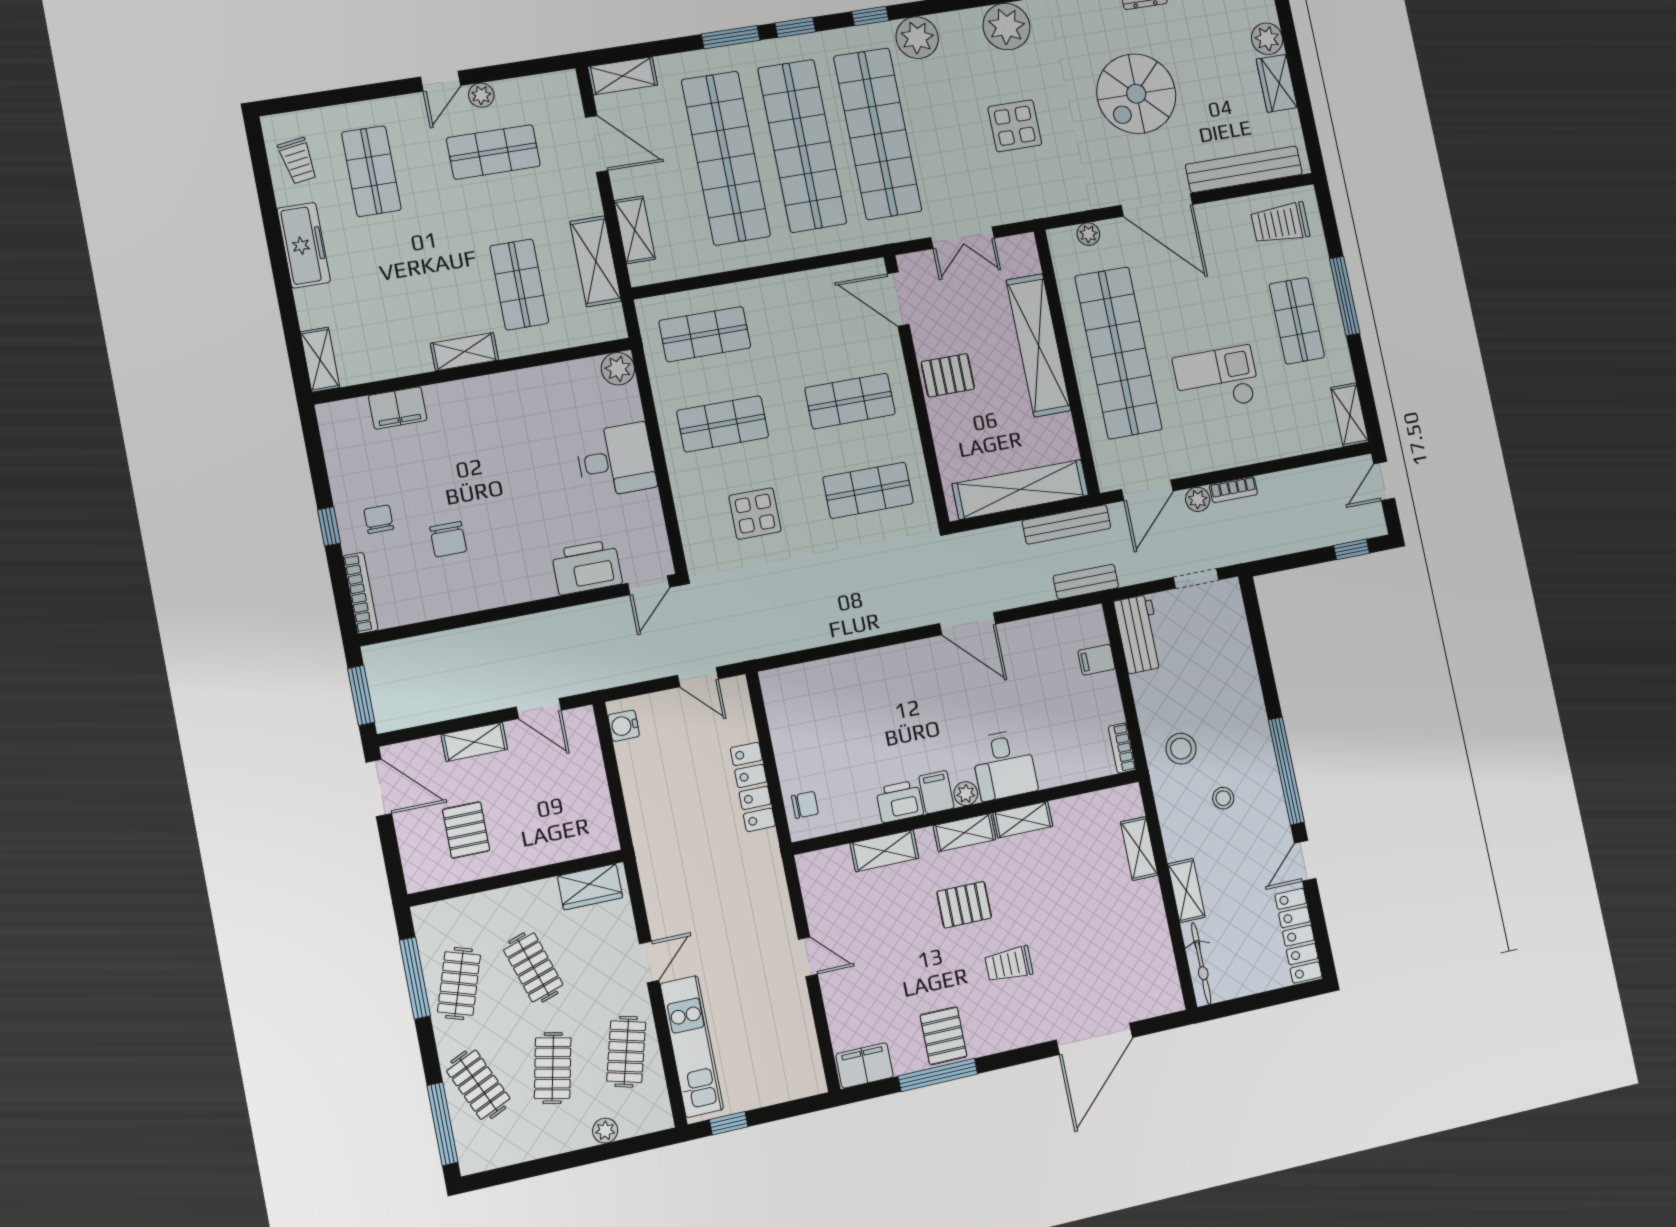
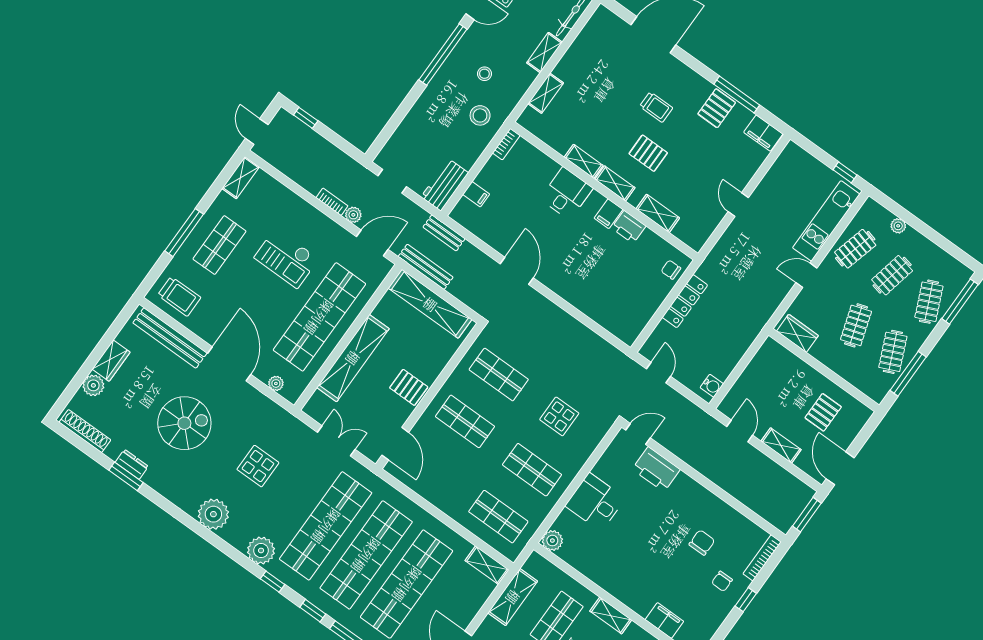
shelving: (635, 230) -> (487, 565), moved, turned 90
door: (1384, 481) -> (257, 132), swing flipped
plant: (966, 794) -> (596, 199), removed
clothes rail: (459, 983) -> (893, 352), turned -42

